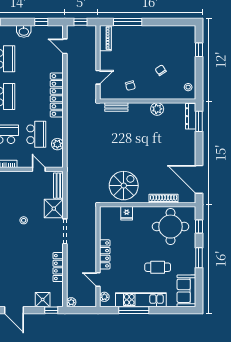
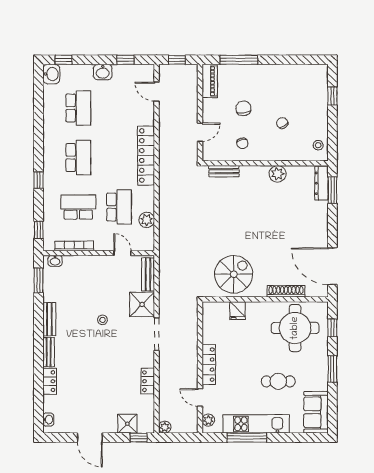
chair: (131, 59) -> (243, 108), added
locker: (58, 267) -> (148, 381), width x0.66

